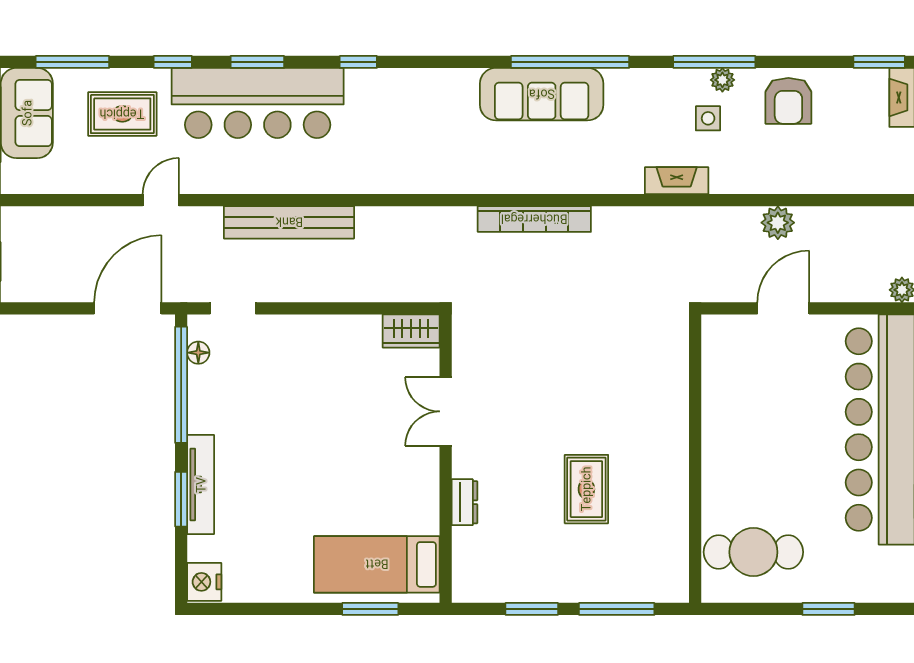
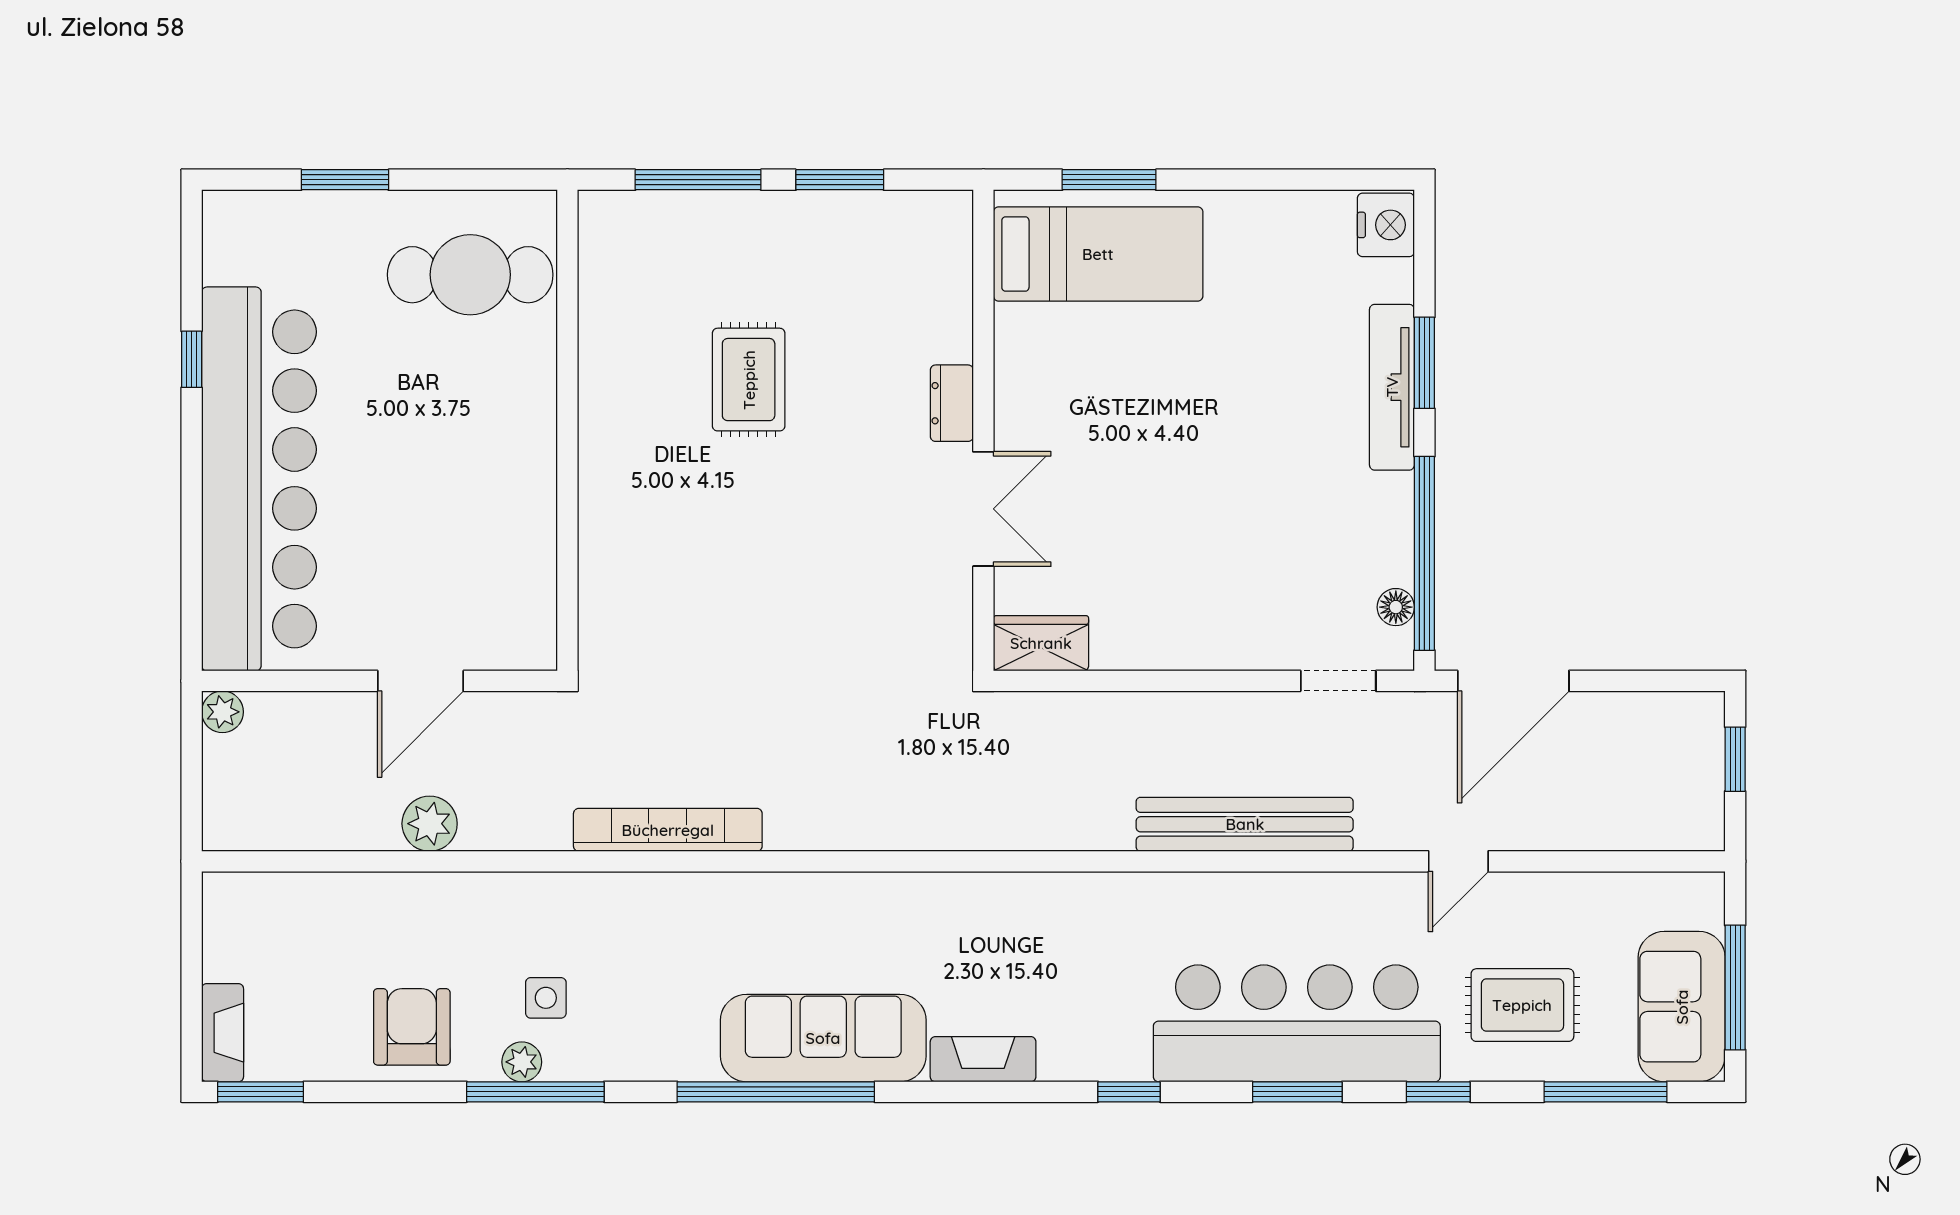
fireplace: (677, 181) -> (983, 1059), moved, turned 180
bookcase: (534, 219) -> (668, 830), moved
dresser: (465, 502) -> (952, 403), moved

